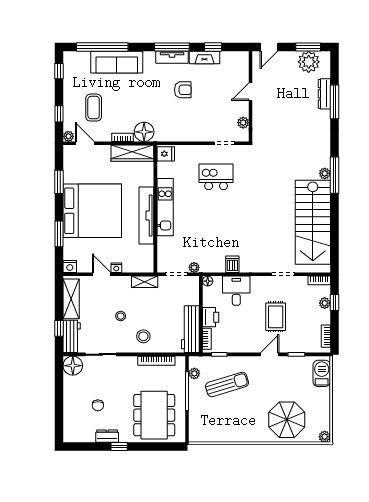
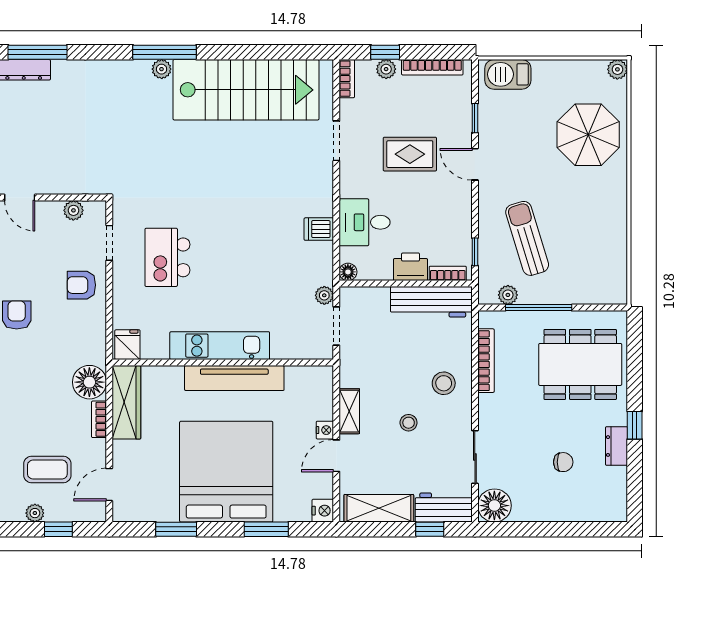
armchair: (200, 127) -> (81, 285), added
plant: (68, 136) -> (35, 513), moved
shelving: (145, 282) -> (349, 411), moved
bookcase: (326, 336) -> (432, 67), width x1.56

